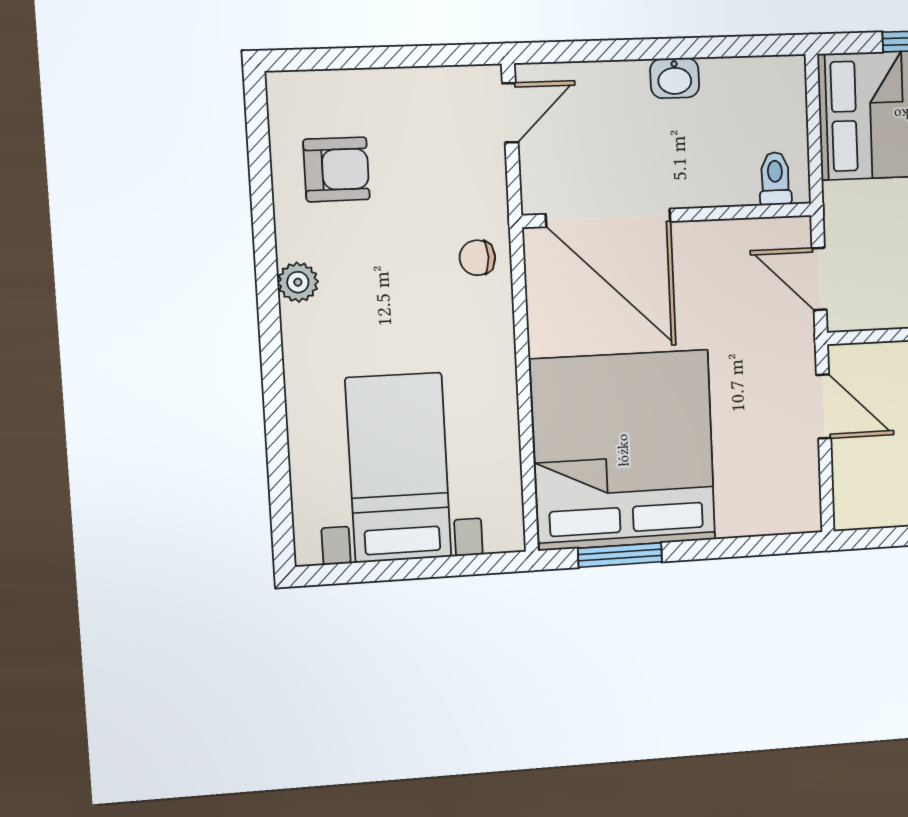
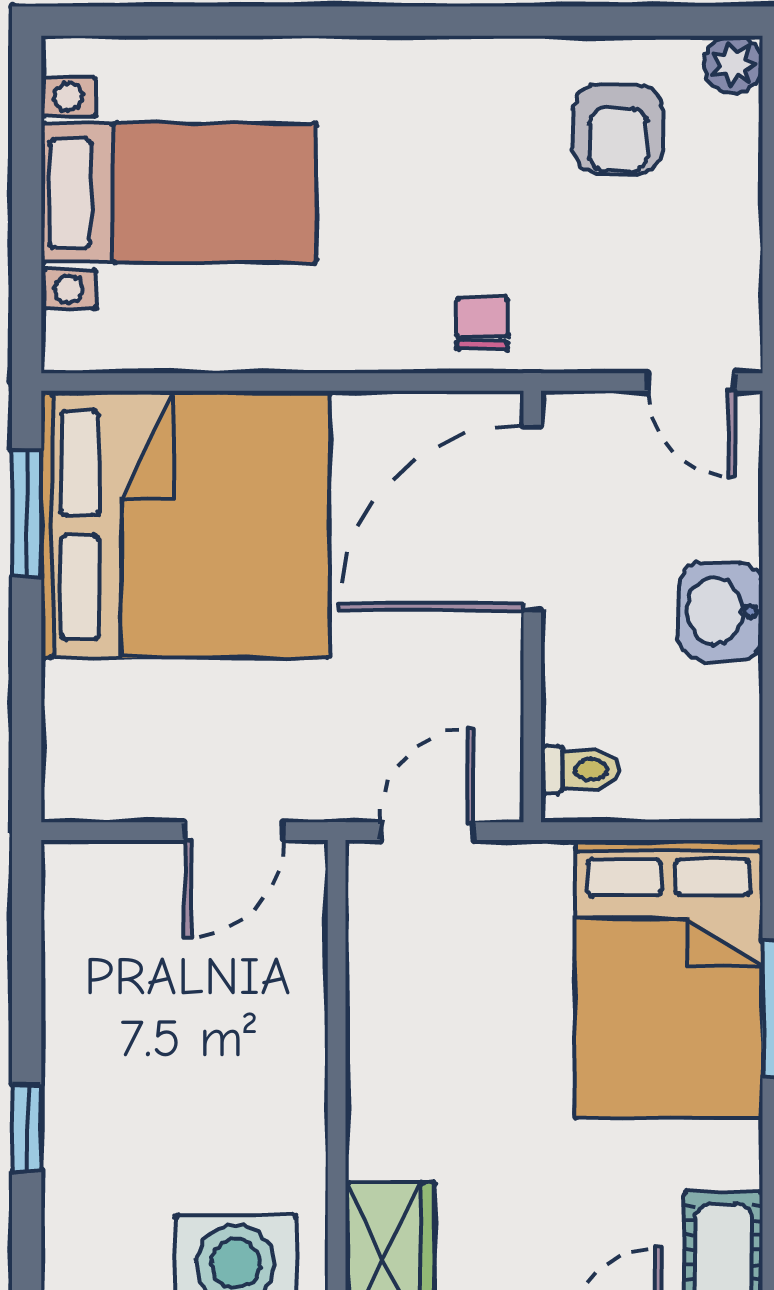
washbasin: (675, 78) -> (721, 611), width x1.38, depth x1.45
plant: (298, 282) -> (734, 65), moved

